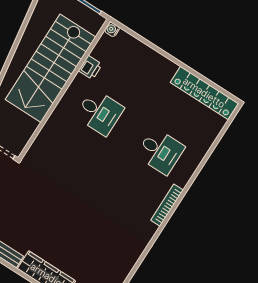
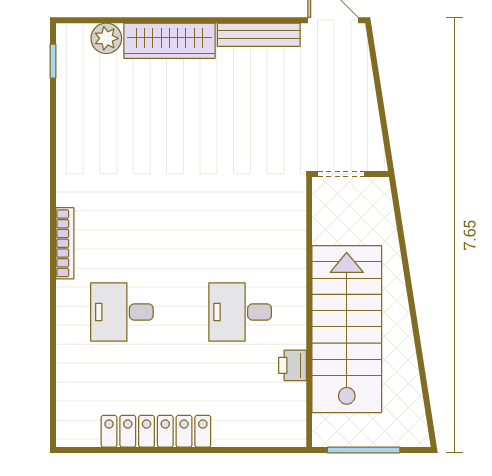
water cooler: (112, 29) -> (296, 437), removed
locker: (204, 93) -> (156, 431), moved

